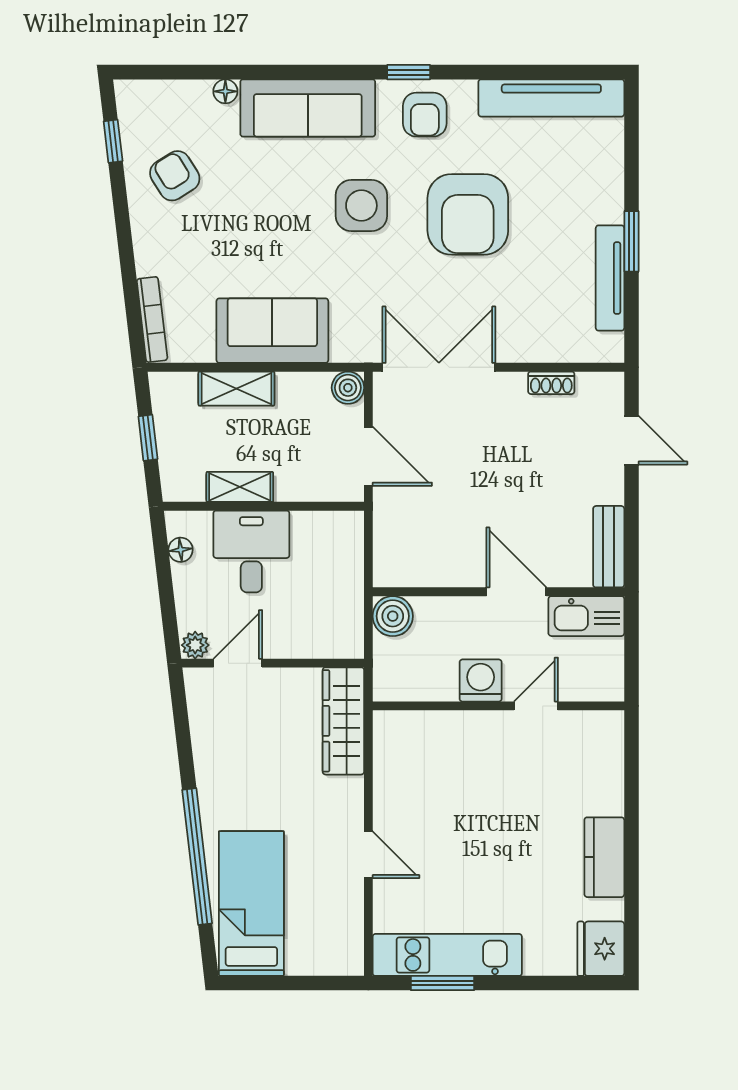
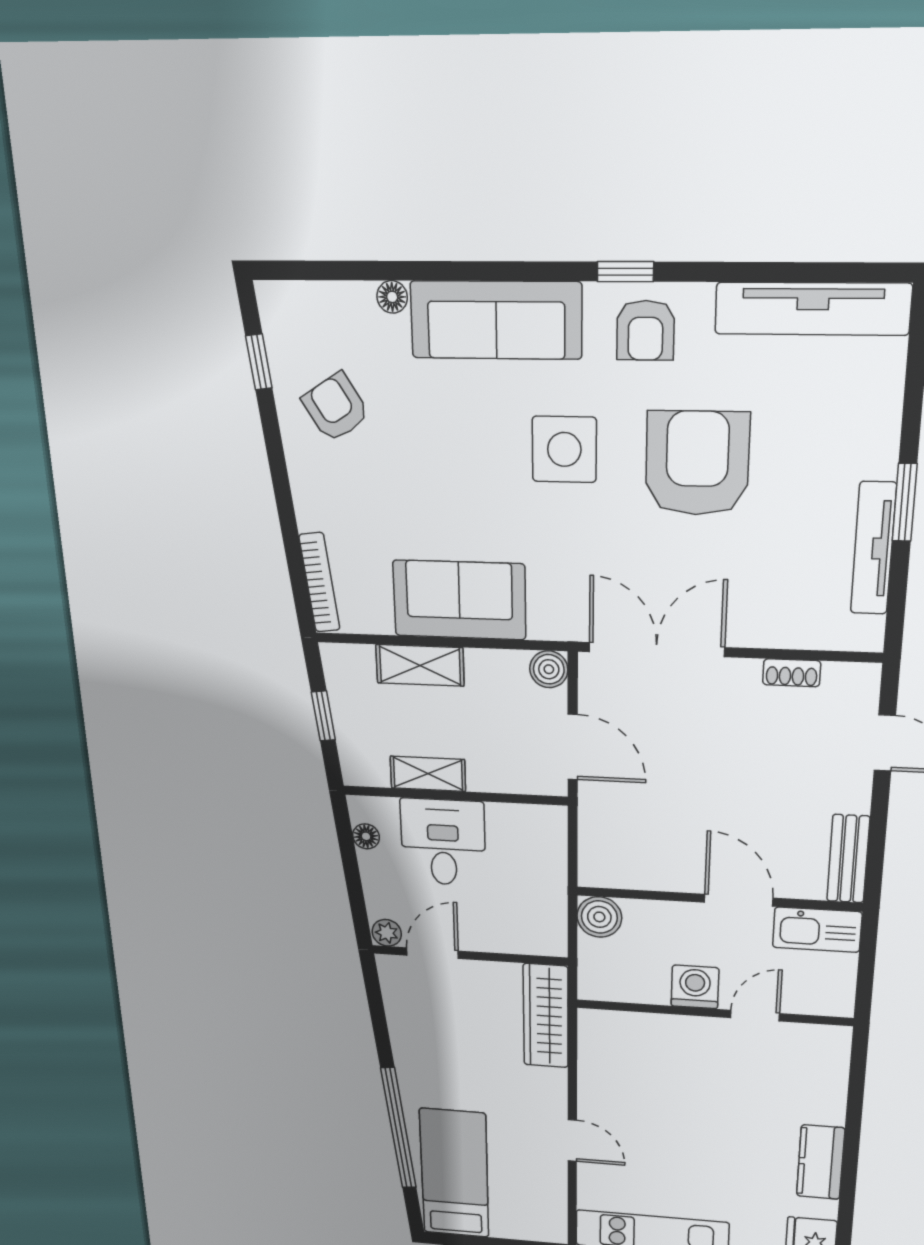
armchair: (468, 214) -> (697, 463), turned 180

